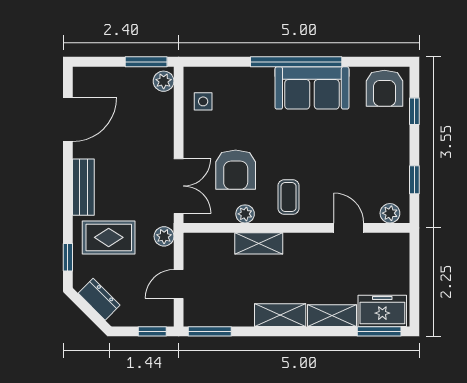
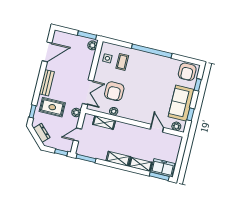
sofa: (312, 88) -> (181, 103), moved, turned 90
coffee table: (289, 197) -> (122, 62), moved
shelving: (259, 243) -> (104, 123), moved

